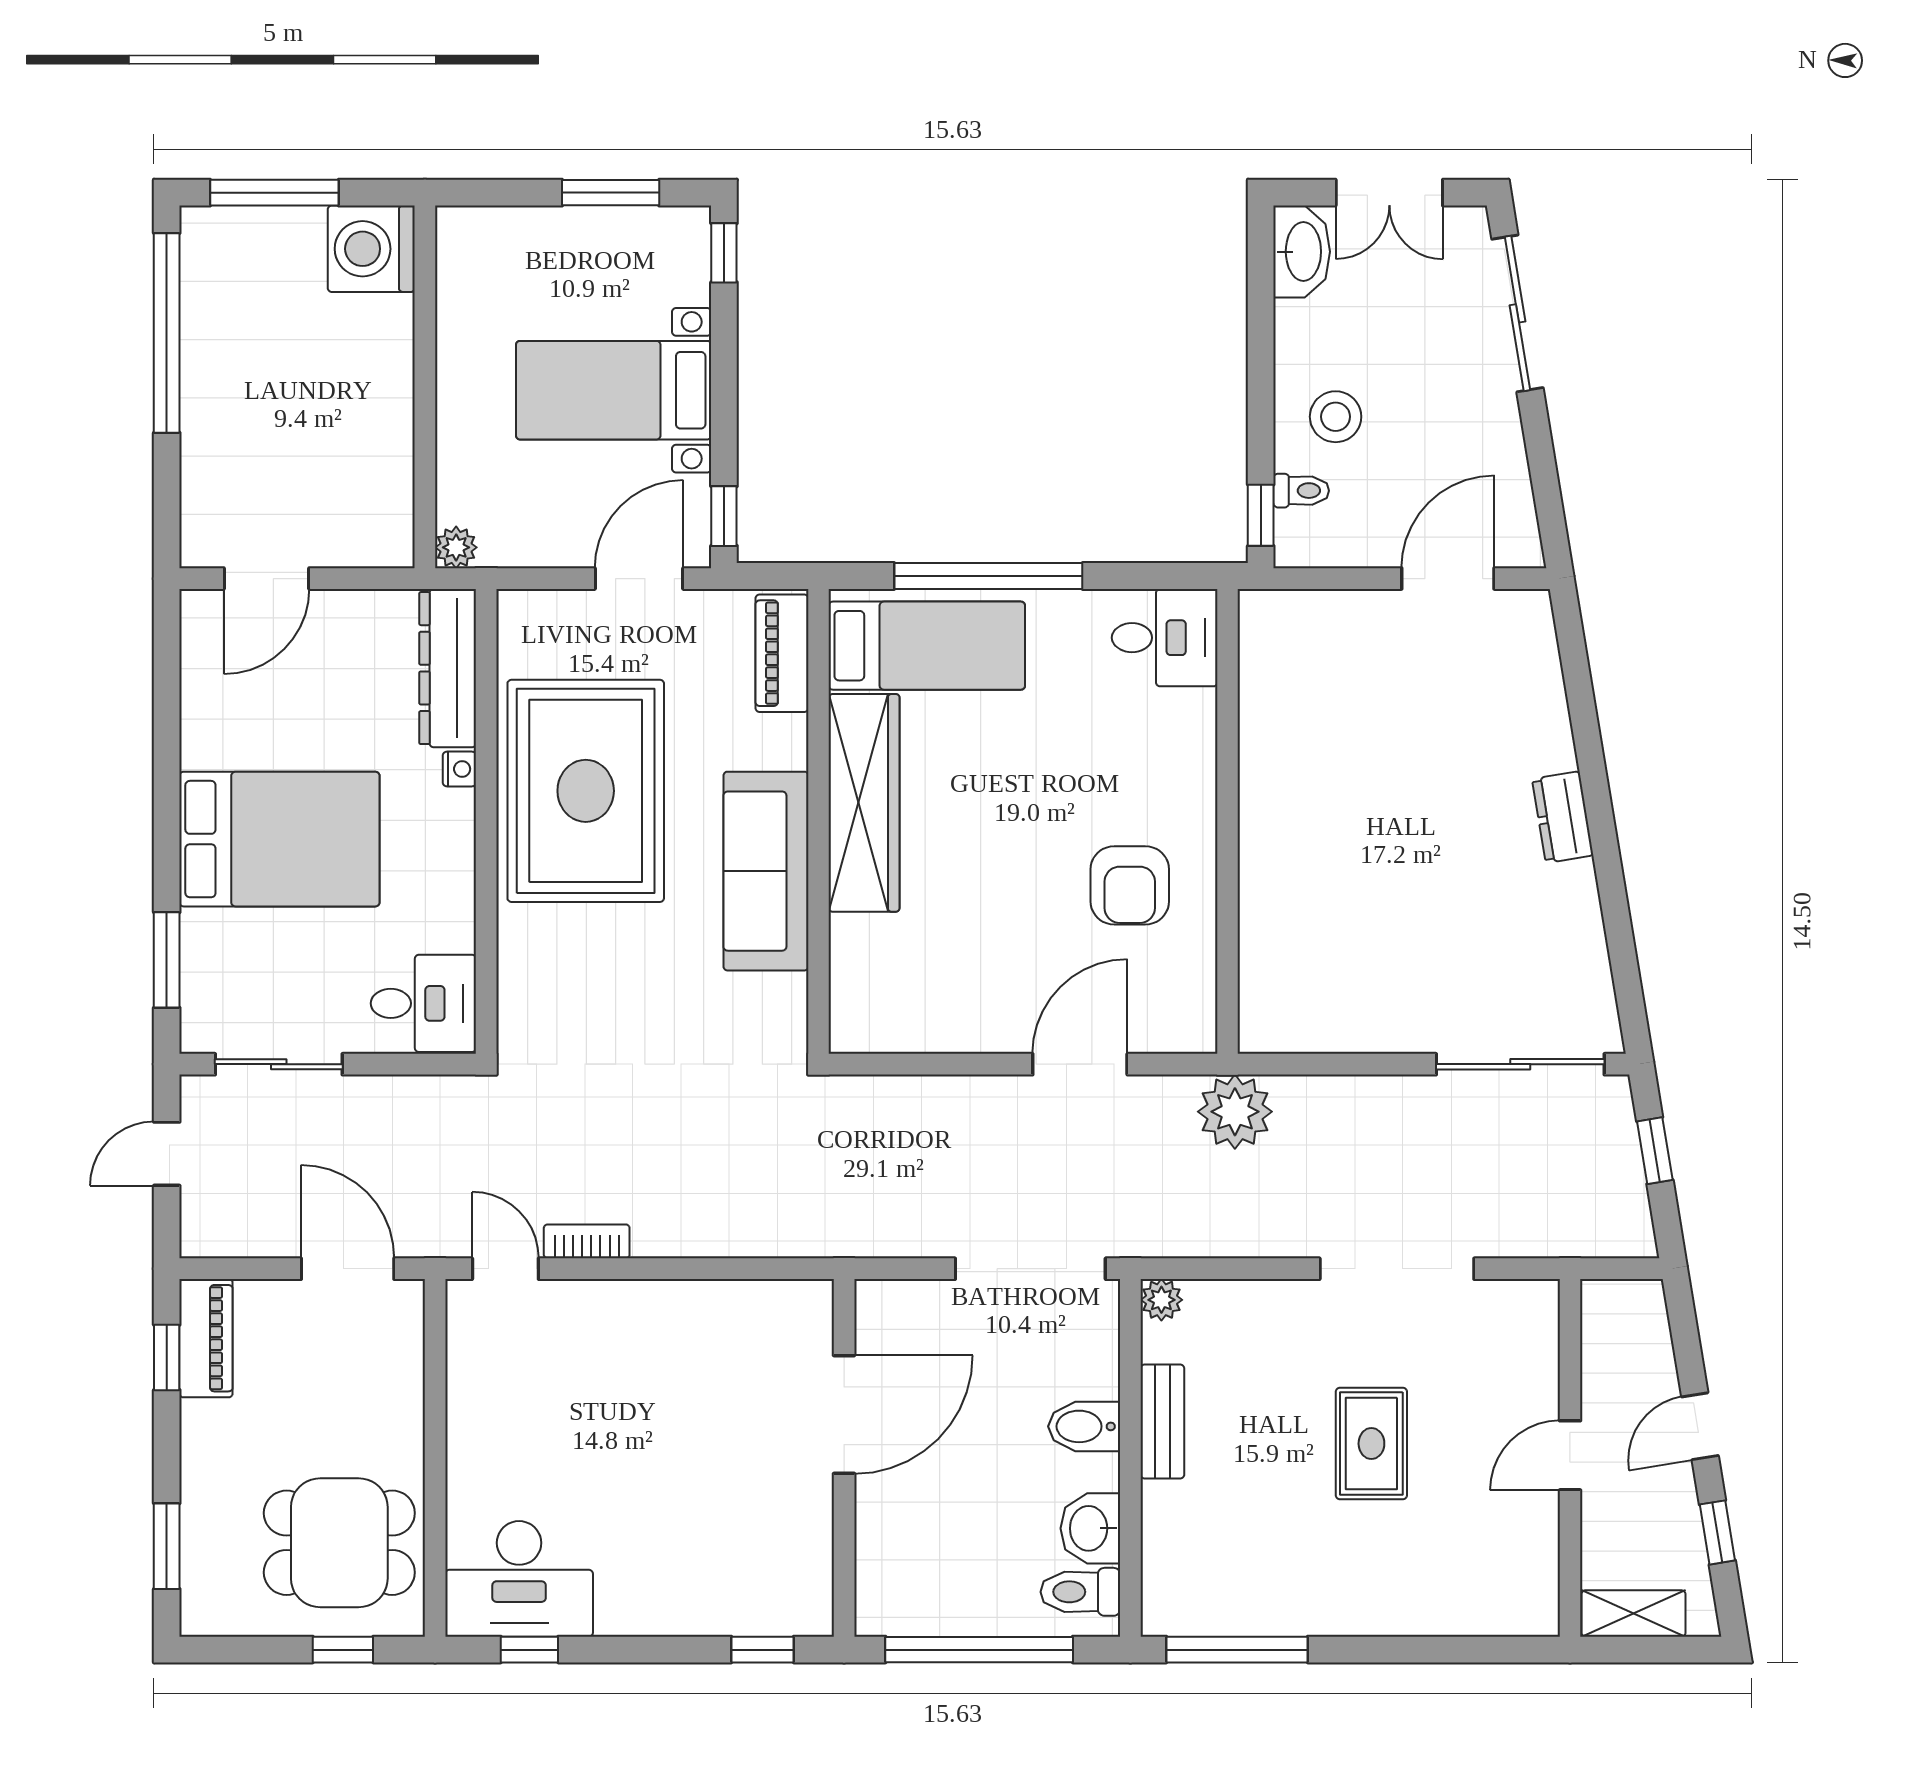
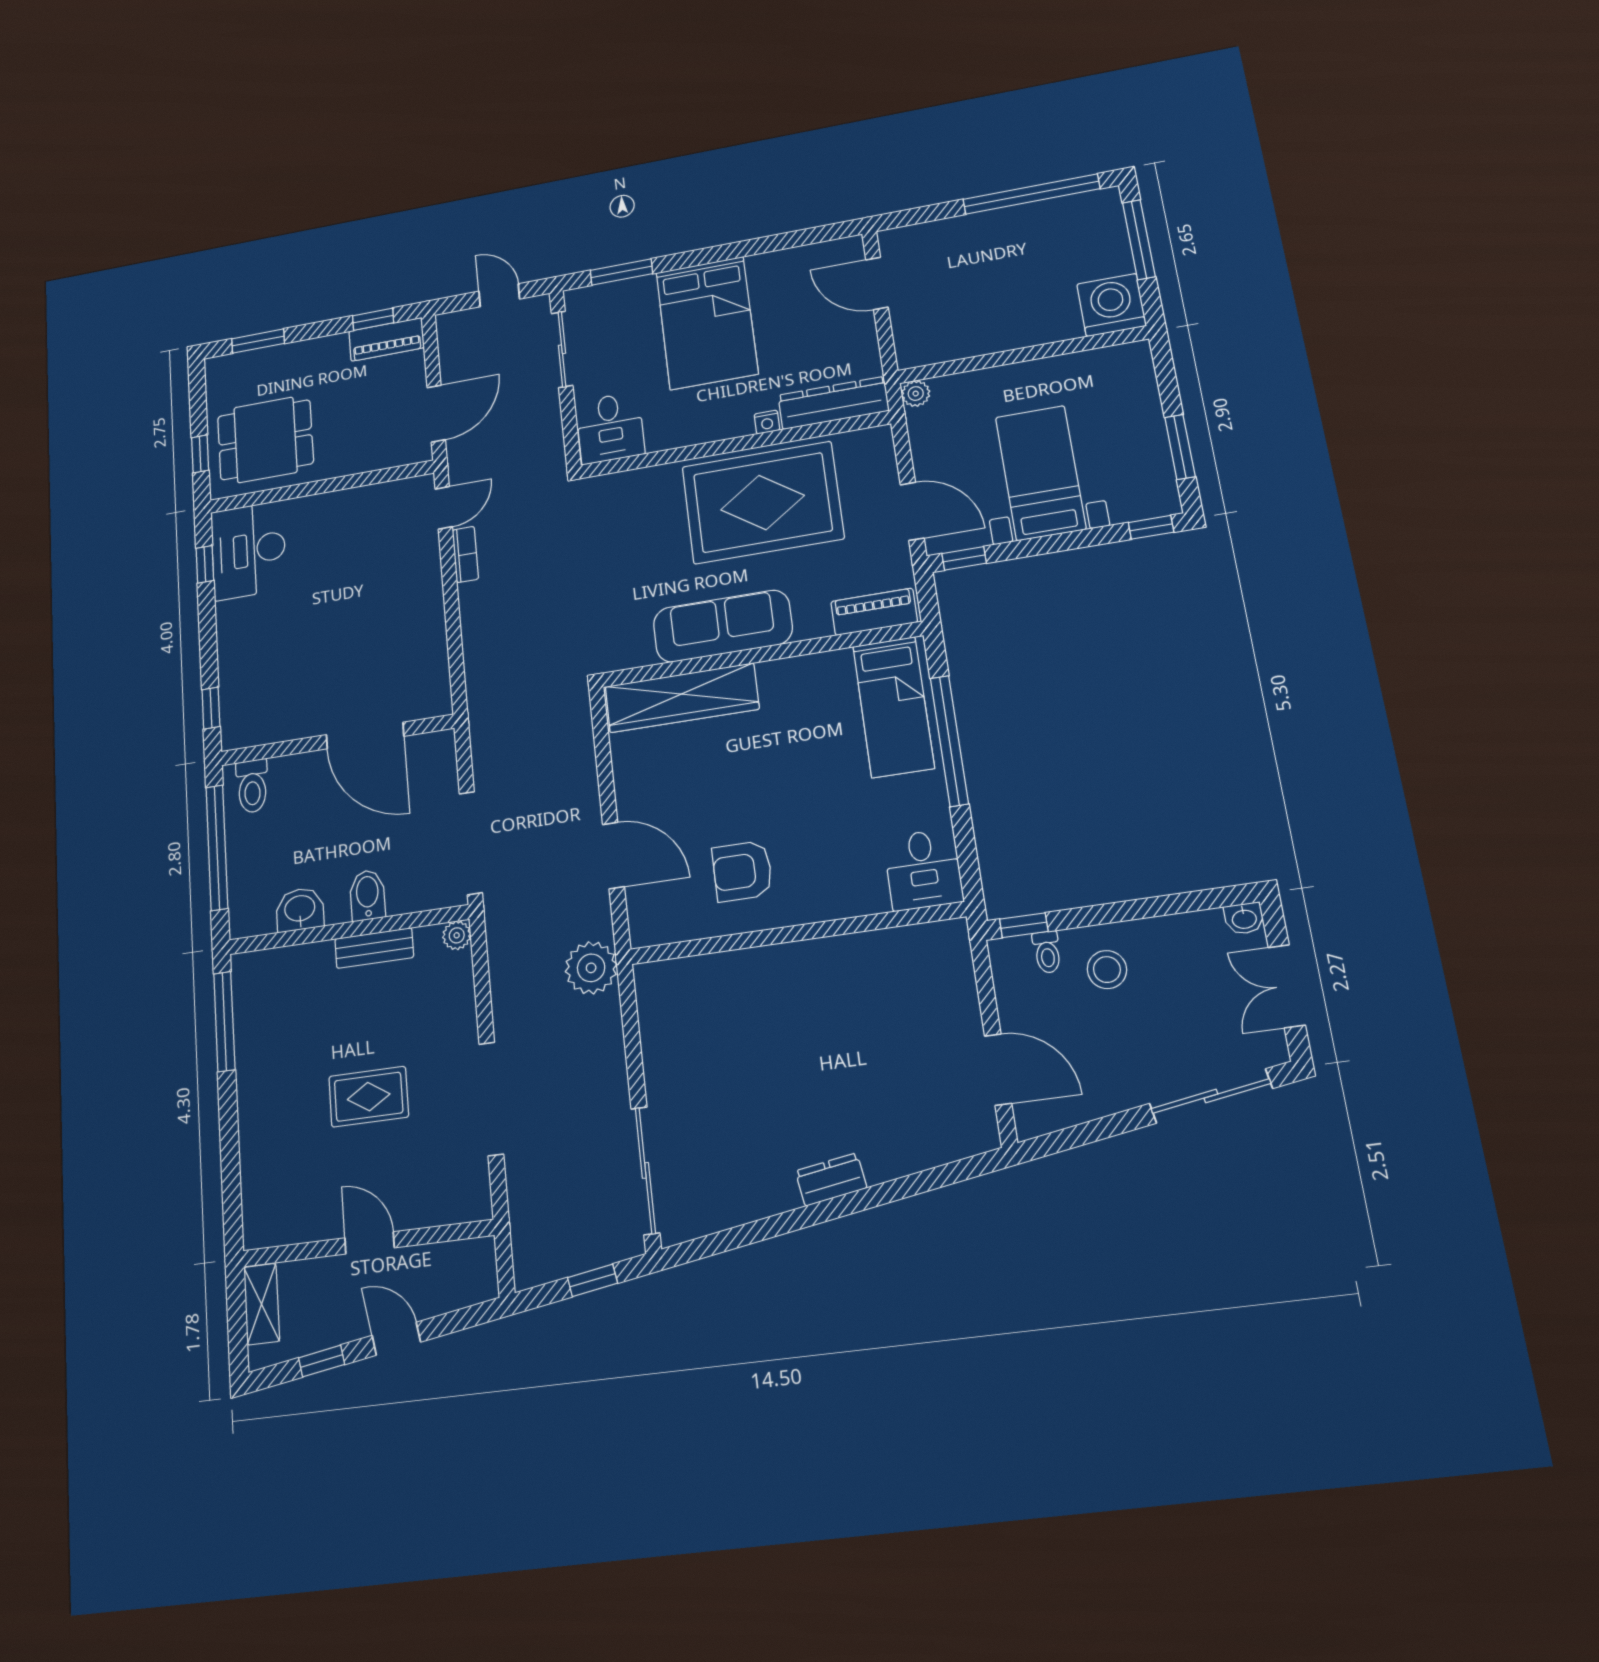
washbasin: (1302, 252) -> (1244, 918), width x0.52, depth x0.69
wardrobe: (864, 803) -> (682, 698), moved
dining table: (339, 1543) -> (265, 440), turned 90
toilet: (1080, 1592) -> (252, 786), moved, turned 180

